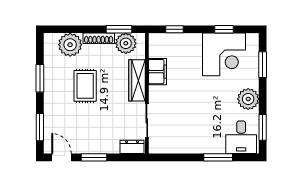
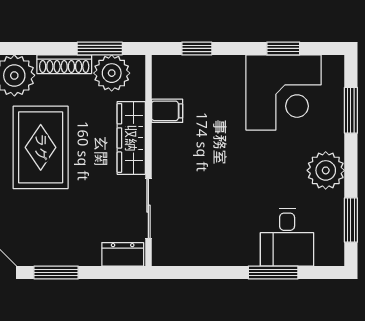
filing cabinet: (157, 72) -> (167, 111), width x0.50
rug: (85, 86) -> (41, 147), width x1.36, depth x1.43
desk: (241, 137) -> (287, 237), moved

